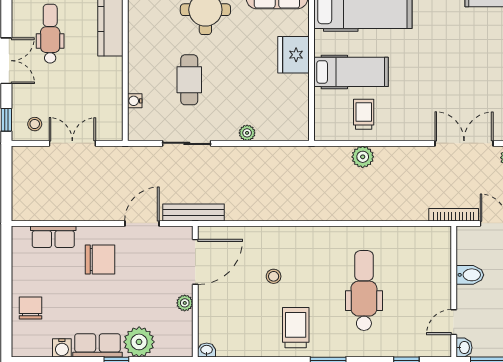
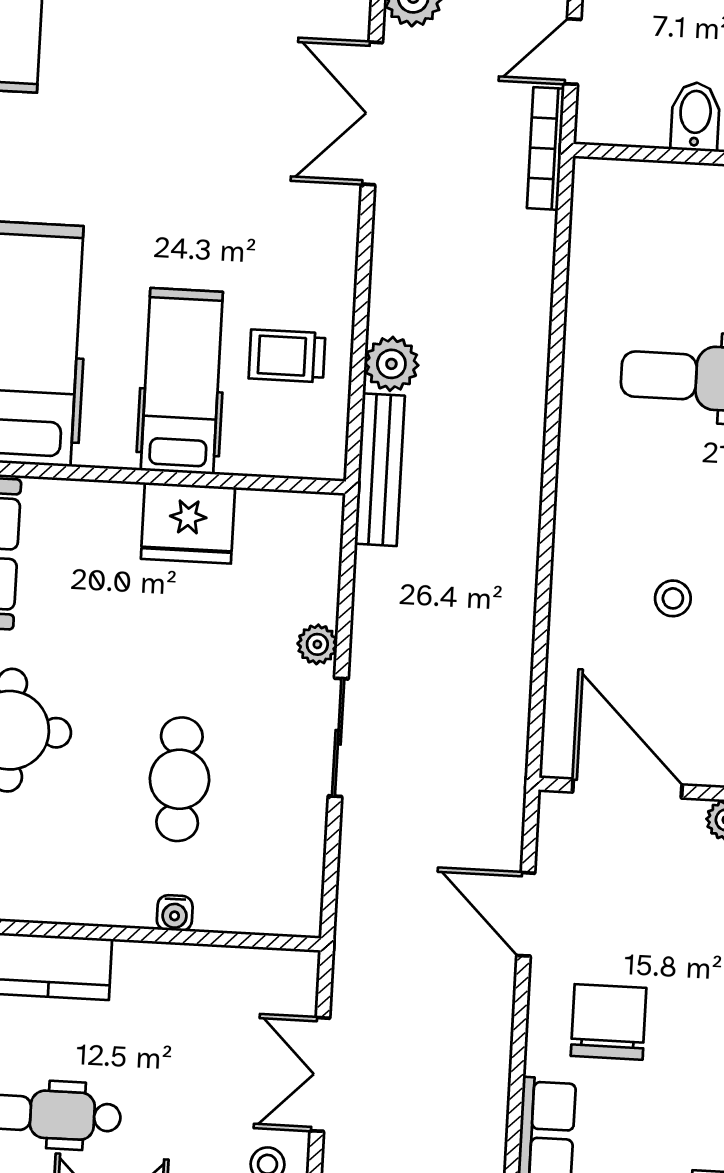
fridge: (294, 55) -> (188, 523), moved
cafe table: (189, 80) -> (179, 779), turned 90
water cooler: (135, 101) -> (175, 913), moved
sliding door: (187, 143) -> (338, 737), moved
bench: (194, 212) -> (380, 470), moved

